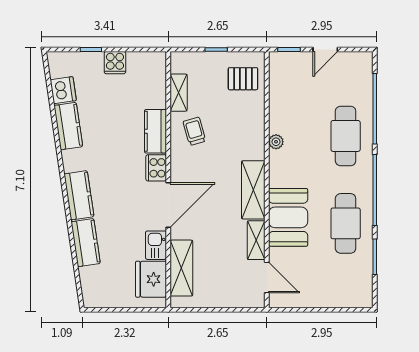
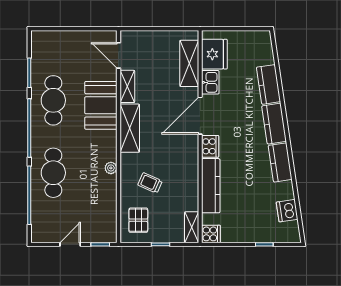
cooker: (115, 63) -> (211, 234), moved, turned 90
pallet: (243, 79) -> (138, 220), turned 90
shelving: (179, 93) -> (192, 227), moved
kitchen counter: (68, 126) -> (280, 162), moved
kitchen counter: (155, 131) -> (211, 186), width x1.50
trolley: (194, 131) -> (150, 183), moved, turned 130

